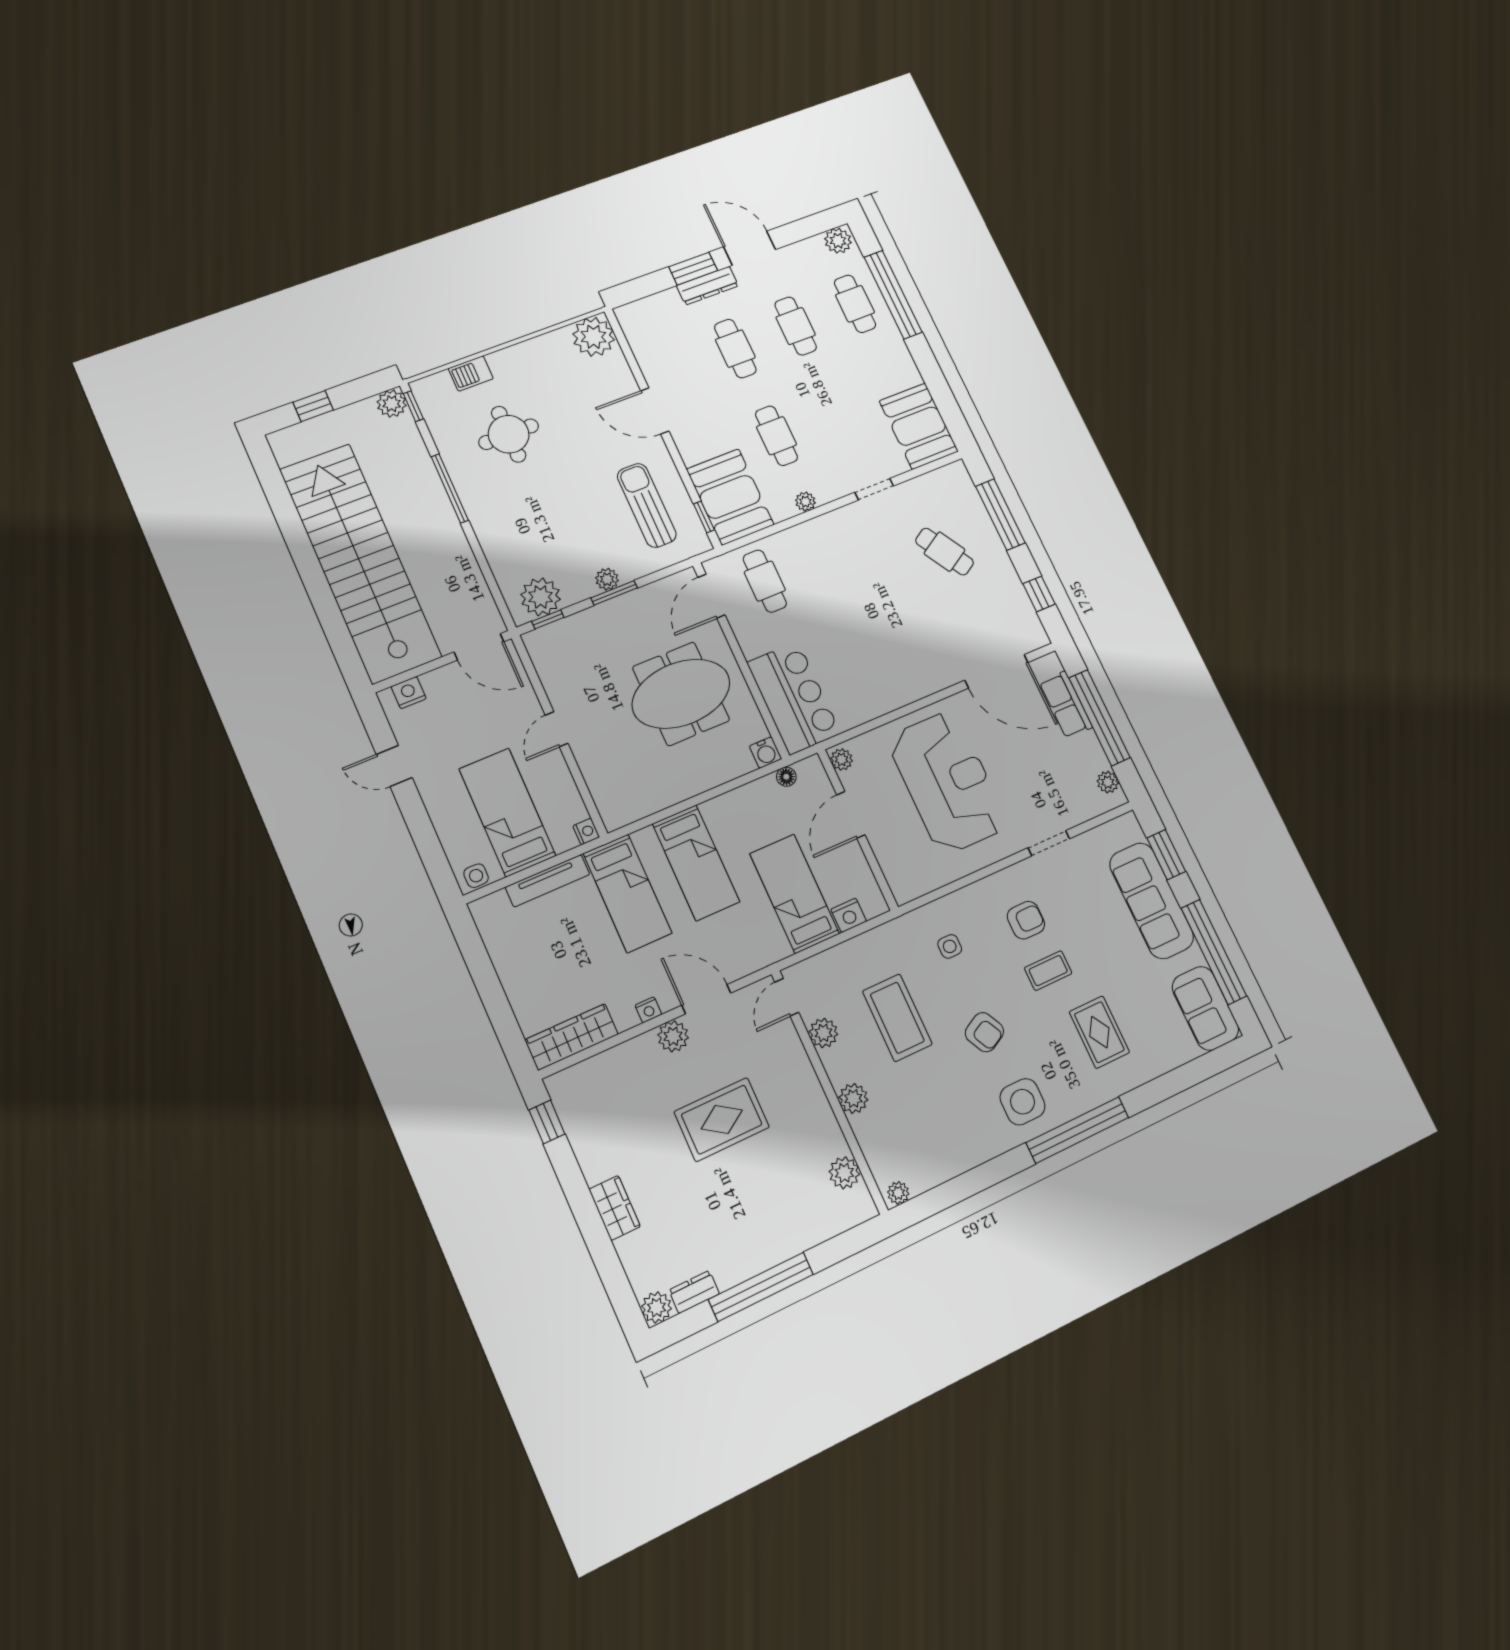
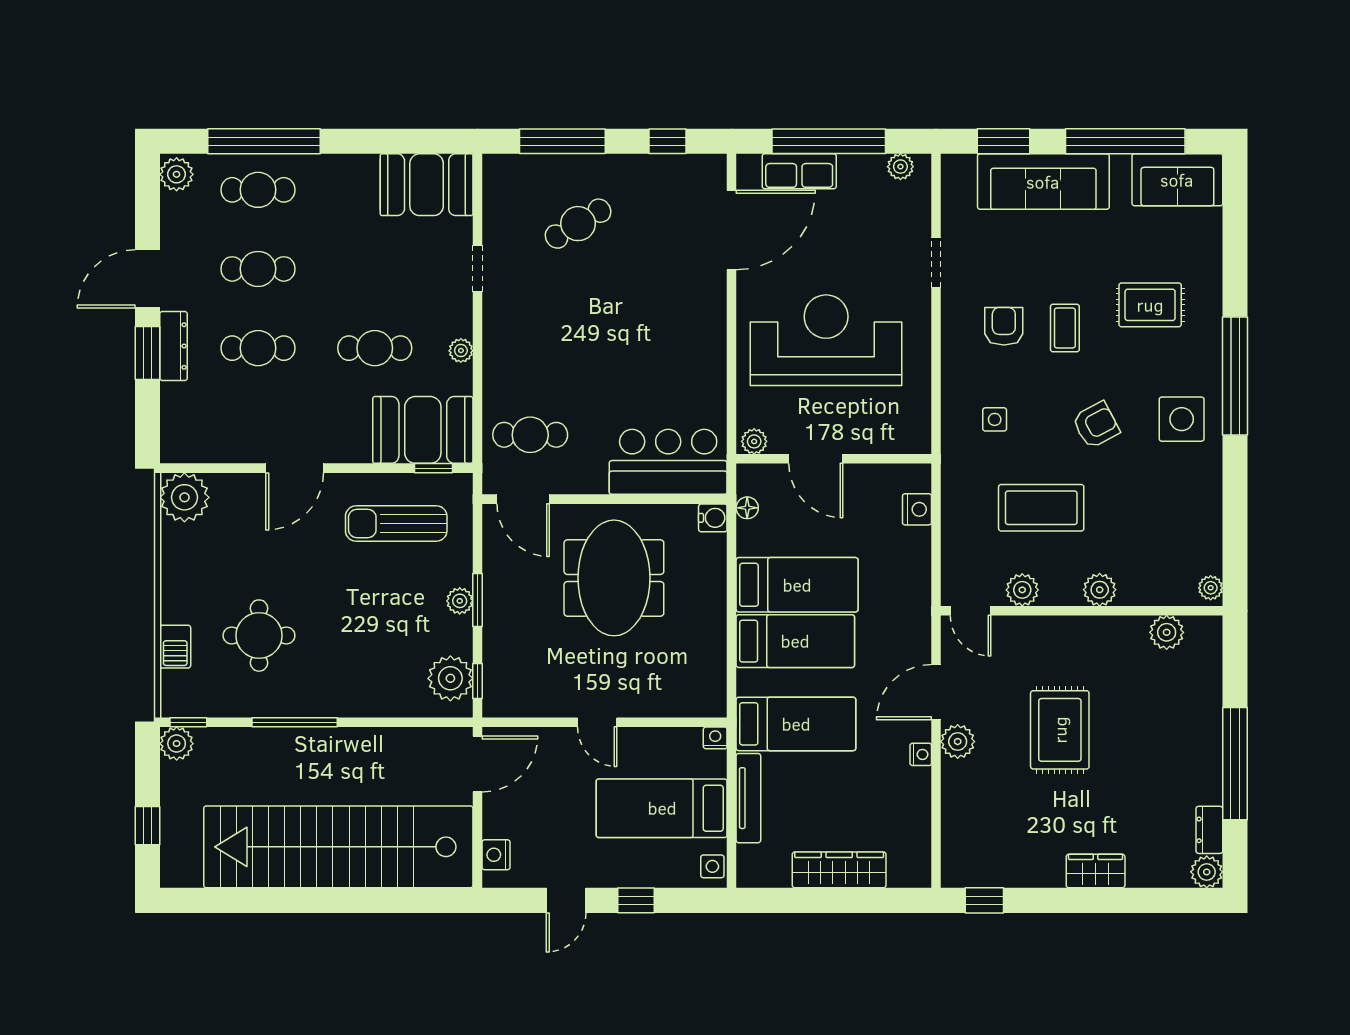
window: (419, 824) -> (636, 900), added
bed: (794, 894) -> (797, 585), moved, turned 180
wardrobe: (572, 1037) -> (839, 870), moved, turned 90

